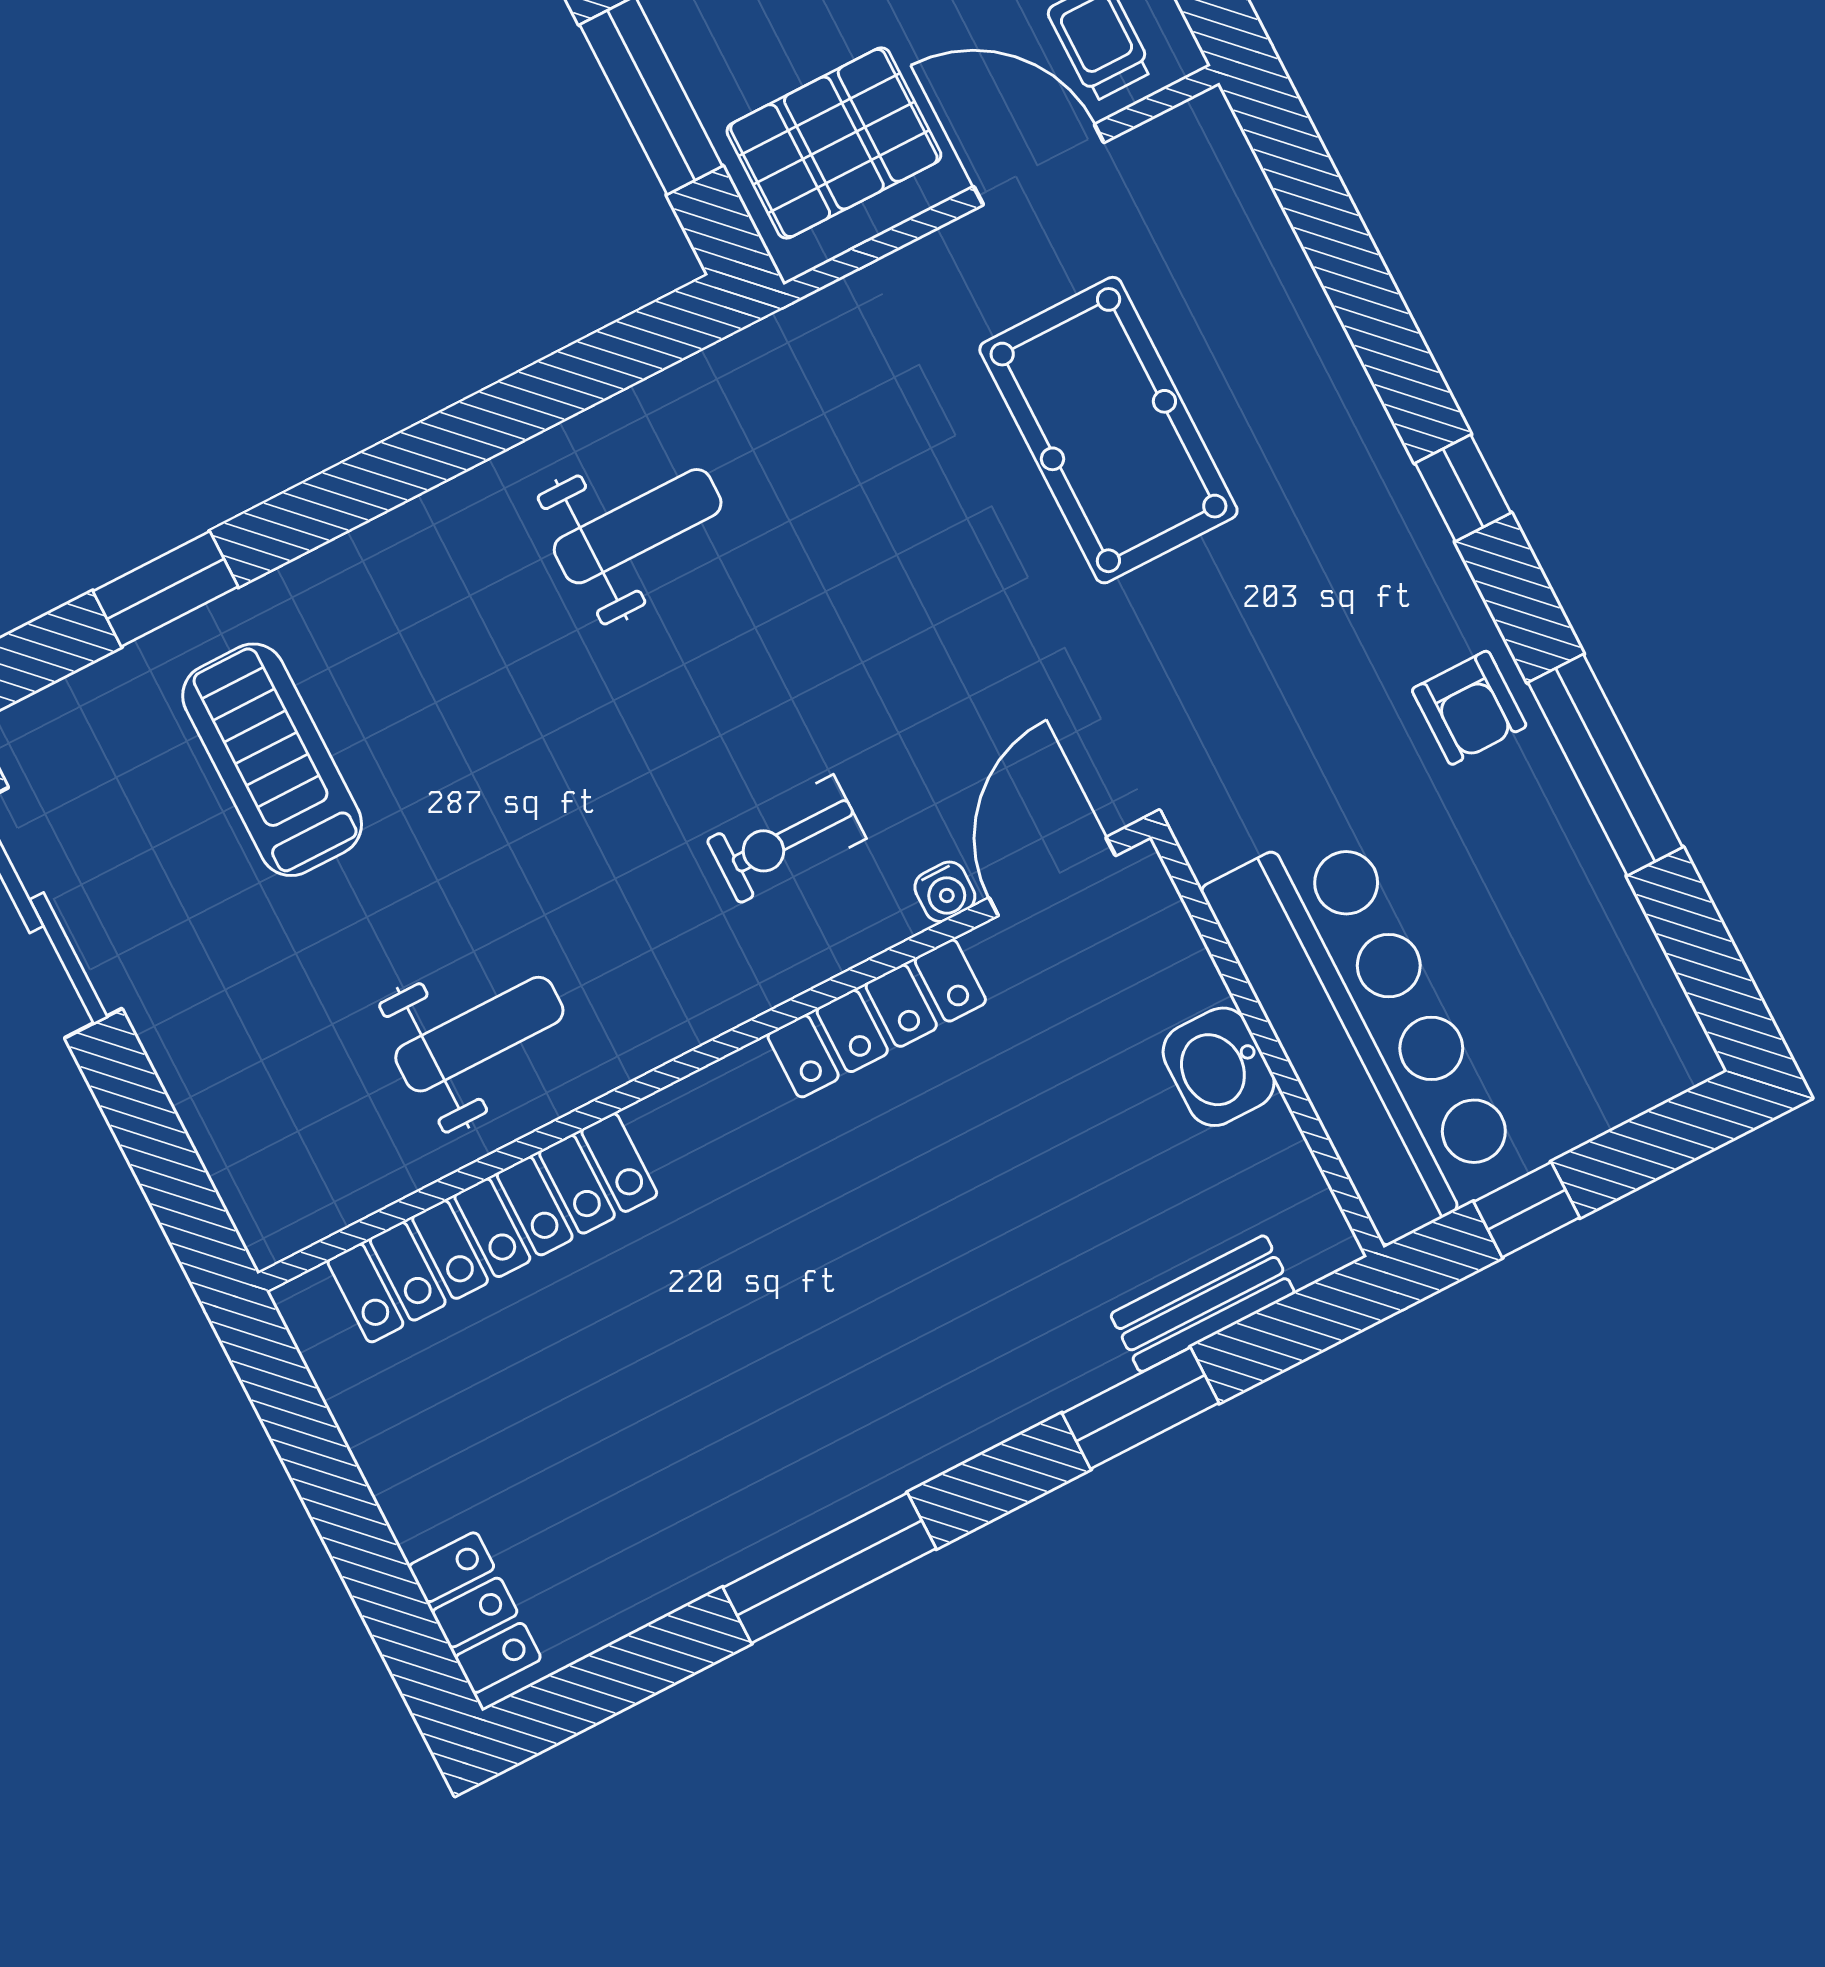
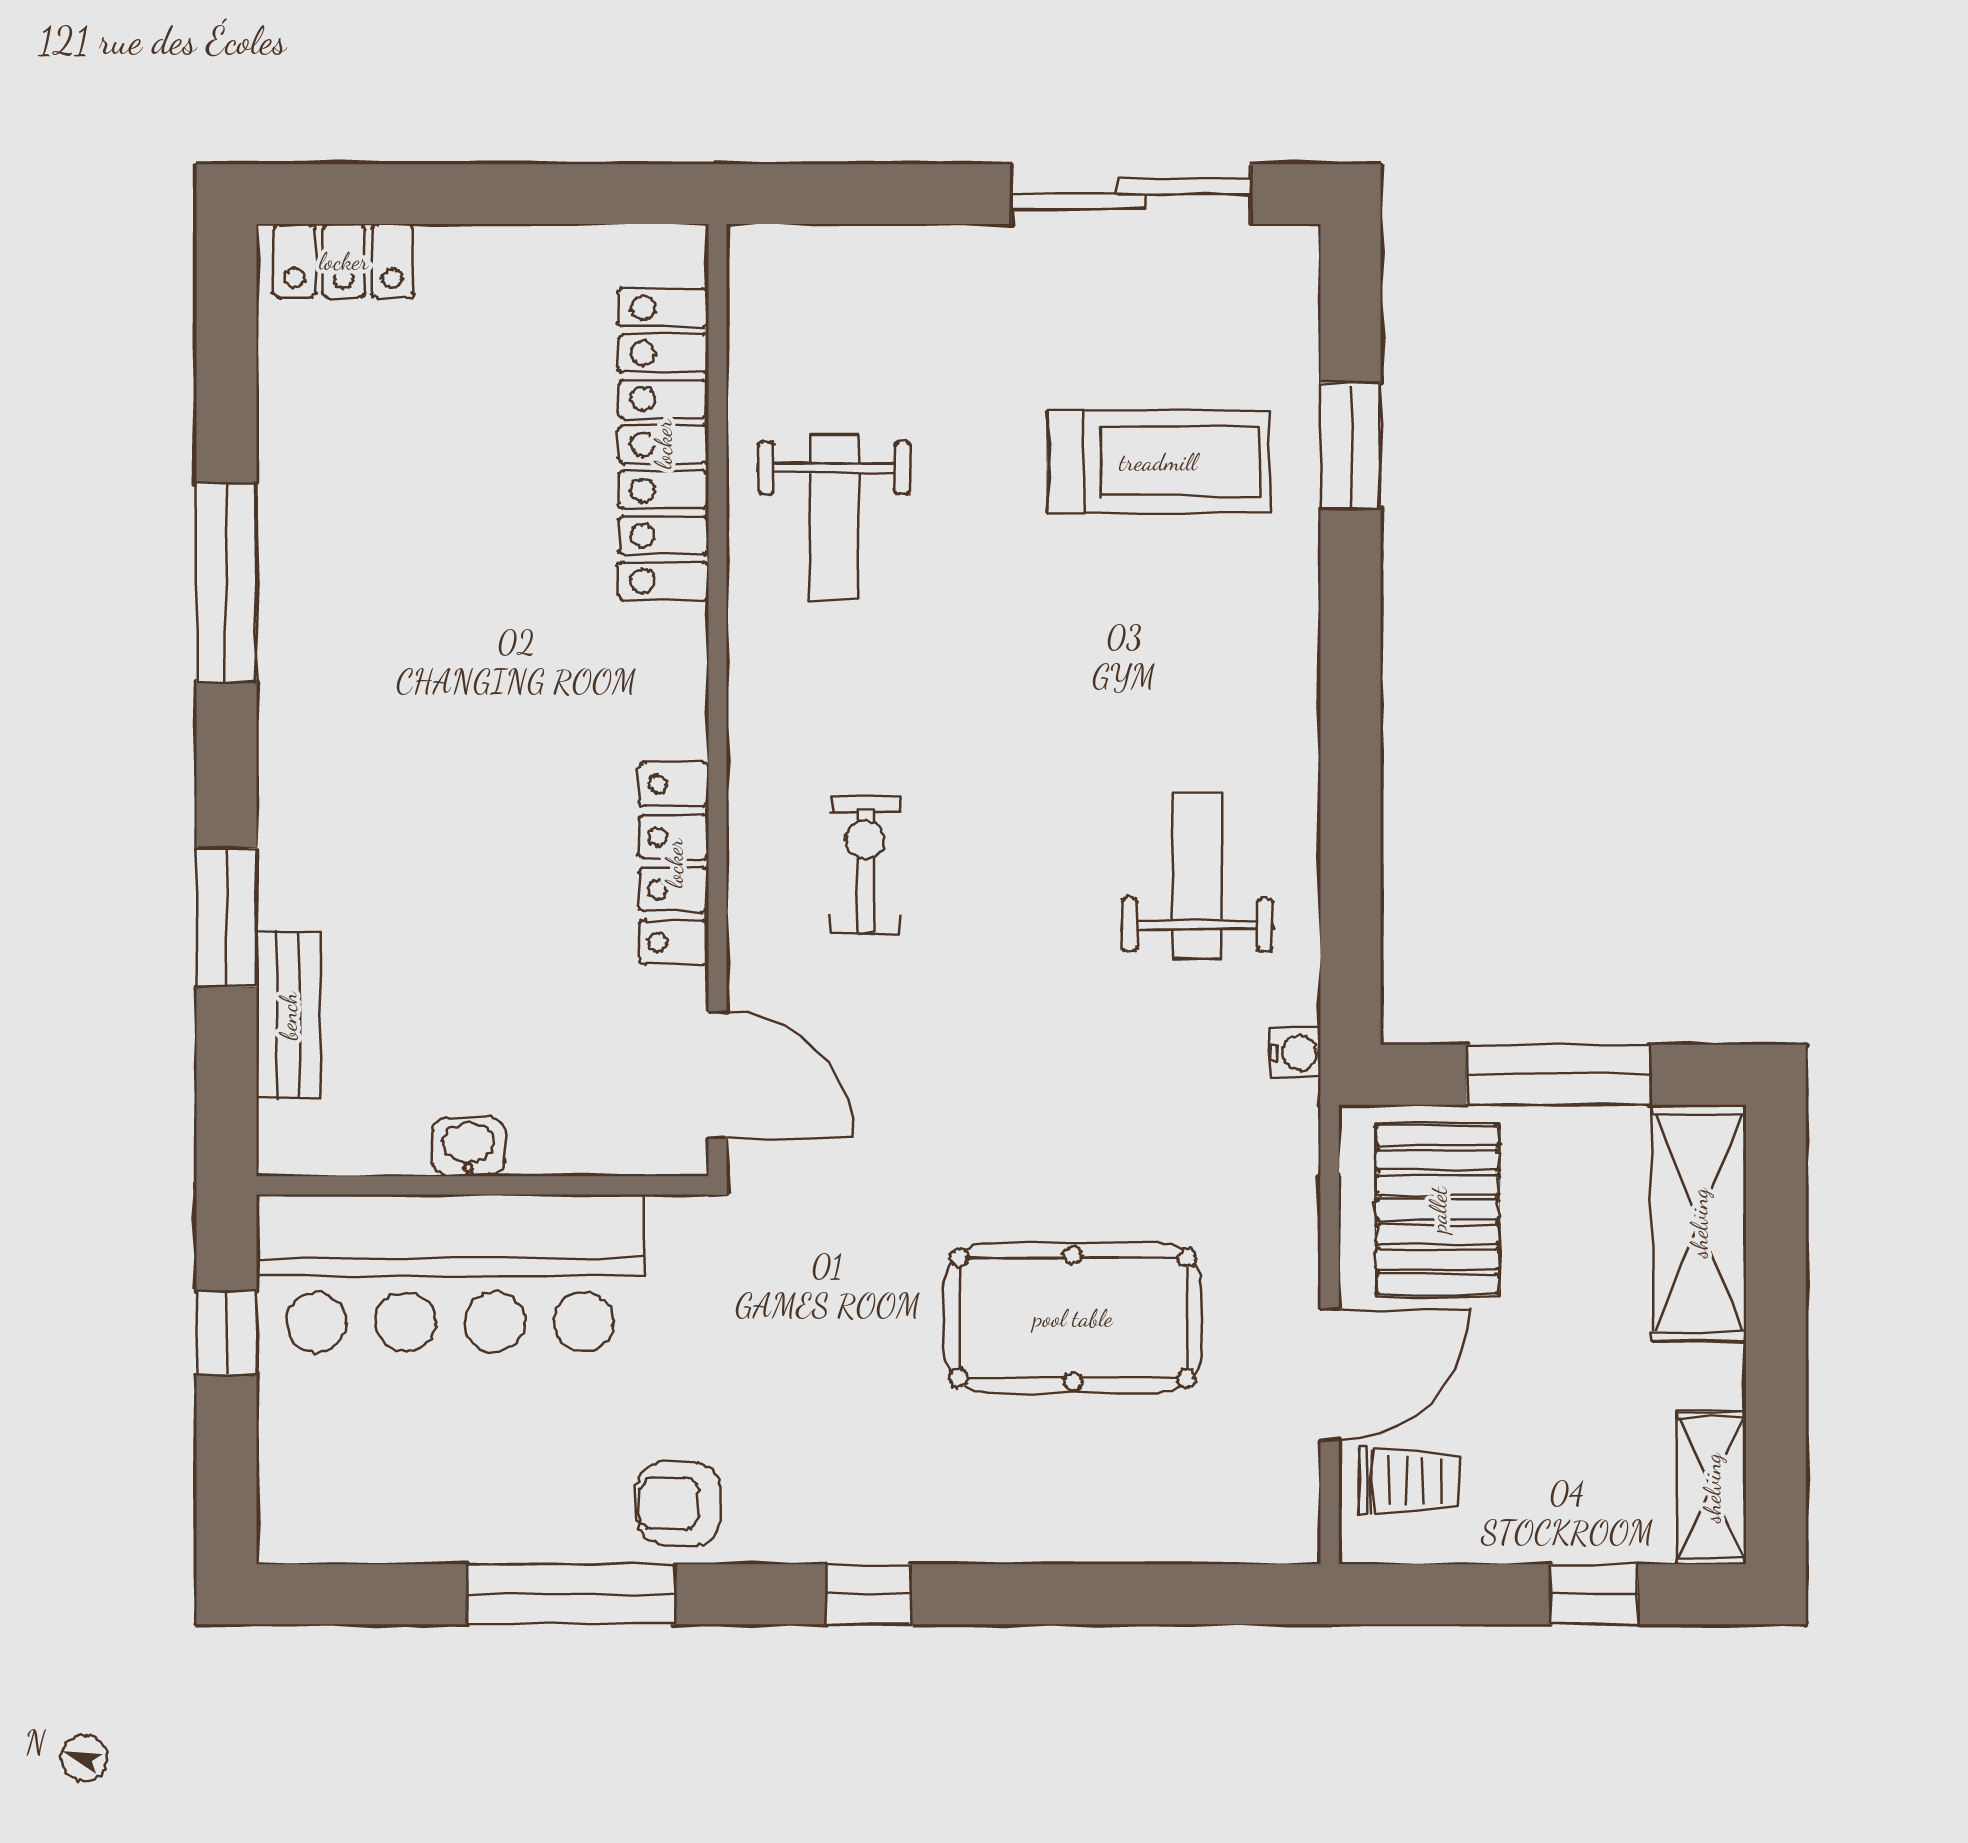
weight bench: (638, 526) -> (1197, 875), turned 180
water cooler: (945, 892) -> (1295, 1053), moved, turned 180
washbasin: (1219, 1067) -> (469, 1146), width x0.72, depth x0.69

